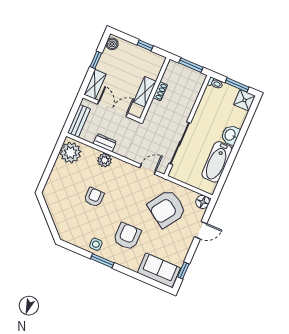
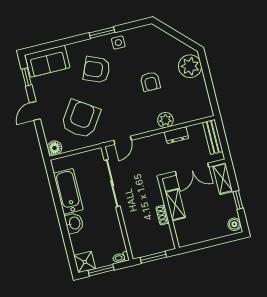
window: (145, 45) -> (205, 244), removed
plant: (70, 153) -> (190, 66), moved
door: (201, 230) -> (35, 111), moved
armchair: (127, 236) -> (97, 70), turned 113

